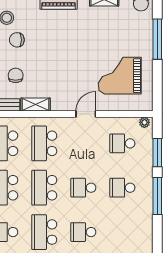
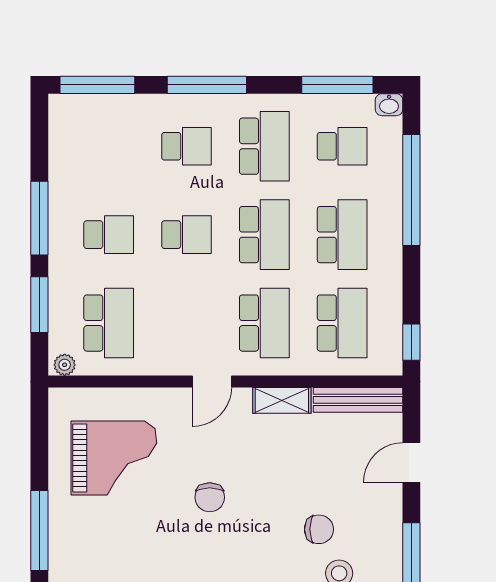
chair: (16, 75) -> (210, 497), moved
door: (86, 114) -> (212, 381), moved
school desk: (122, 143) -> (109, 323), width x1.85

